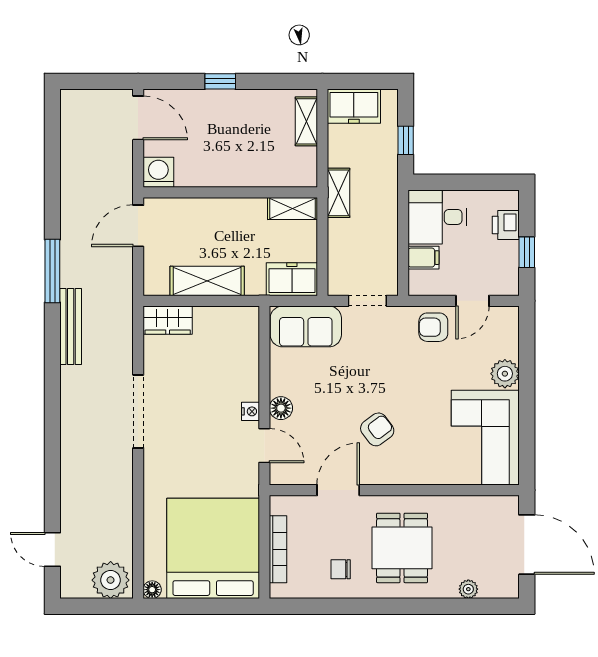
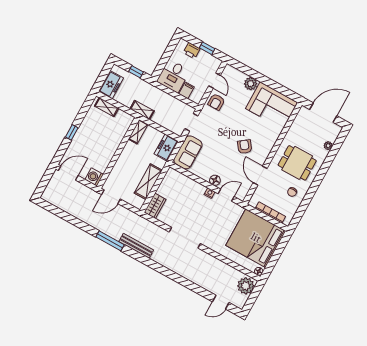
door: (138, 226) -> (111, 197), hinge flipped

